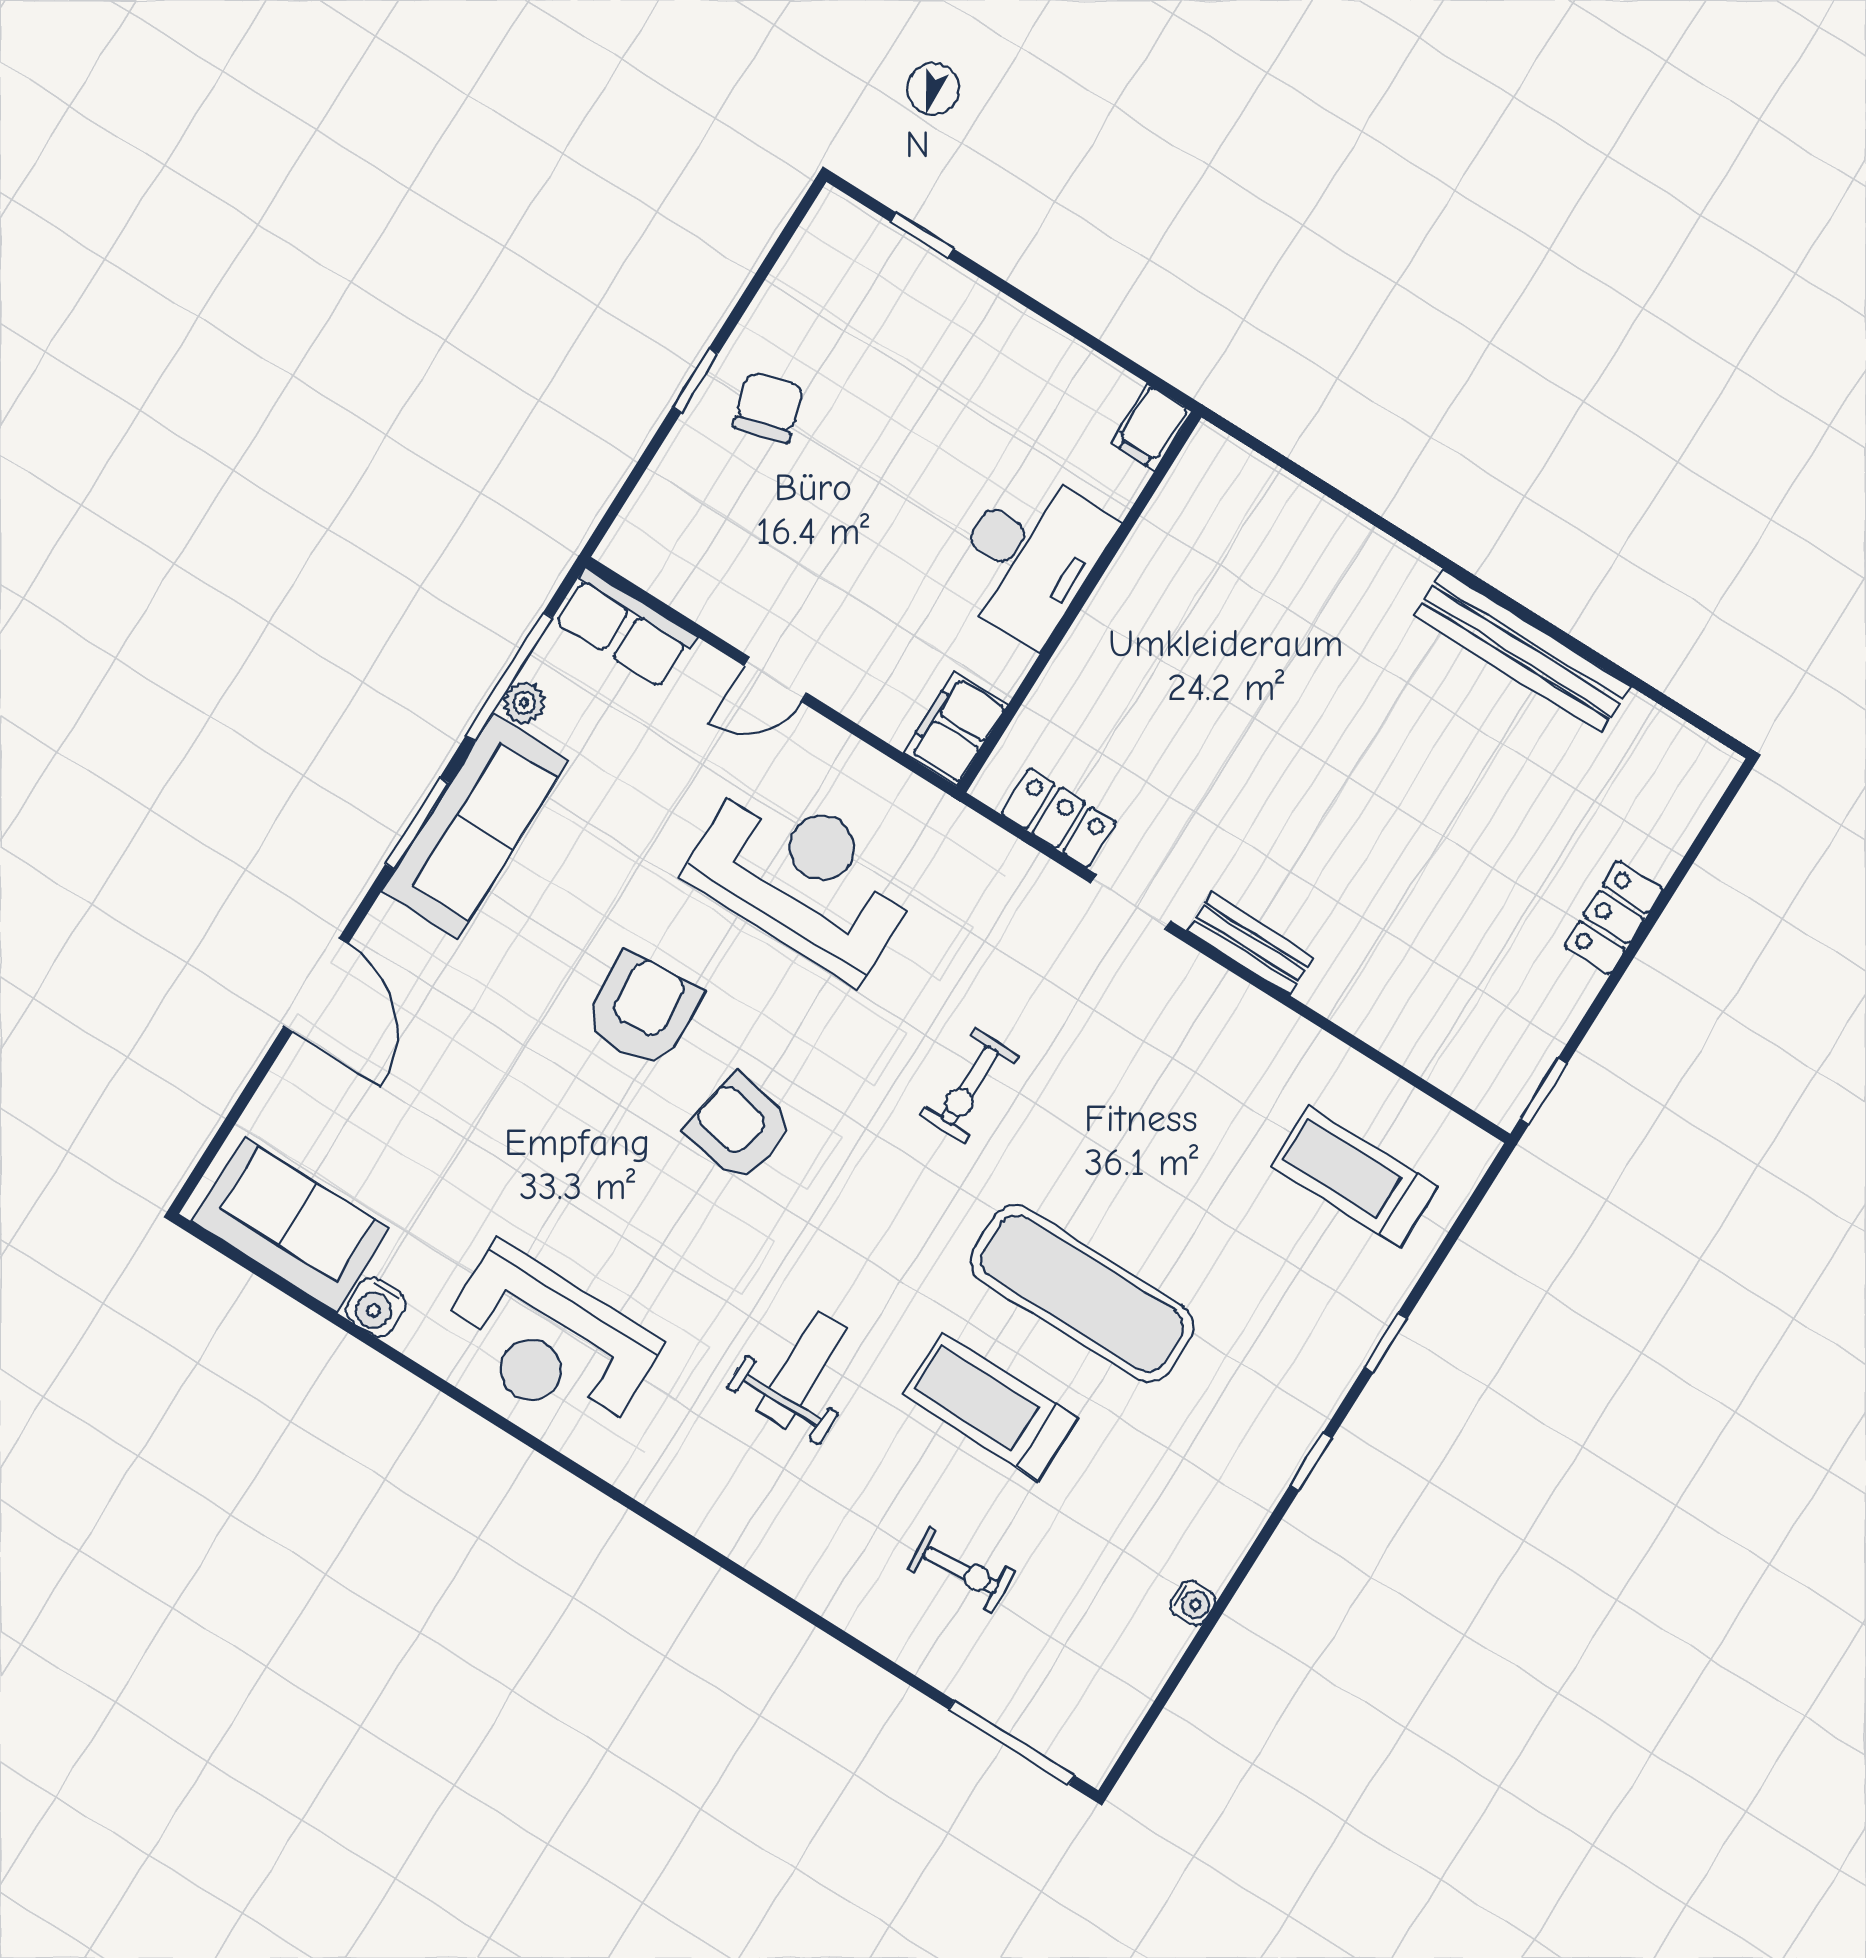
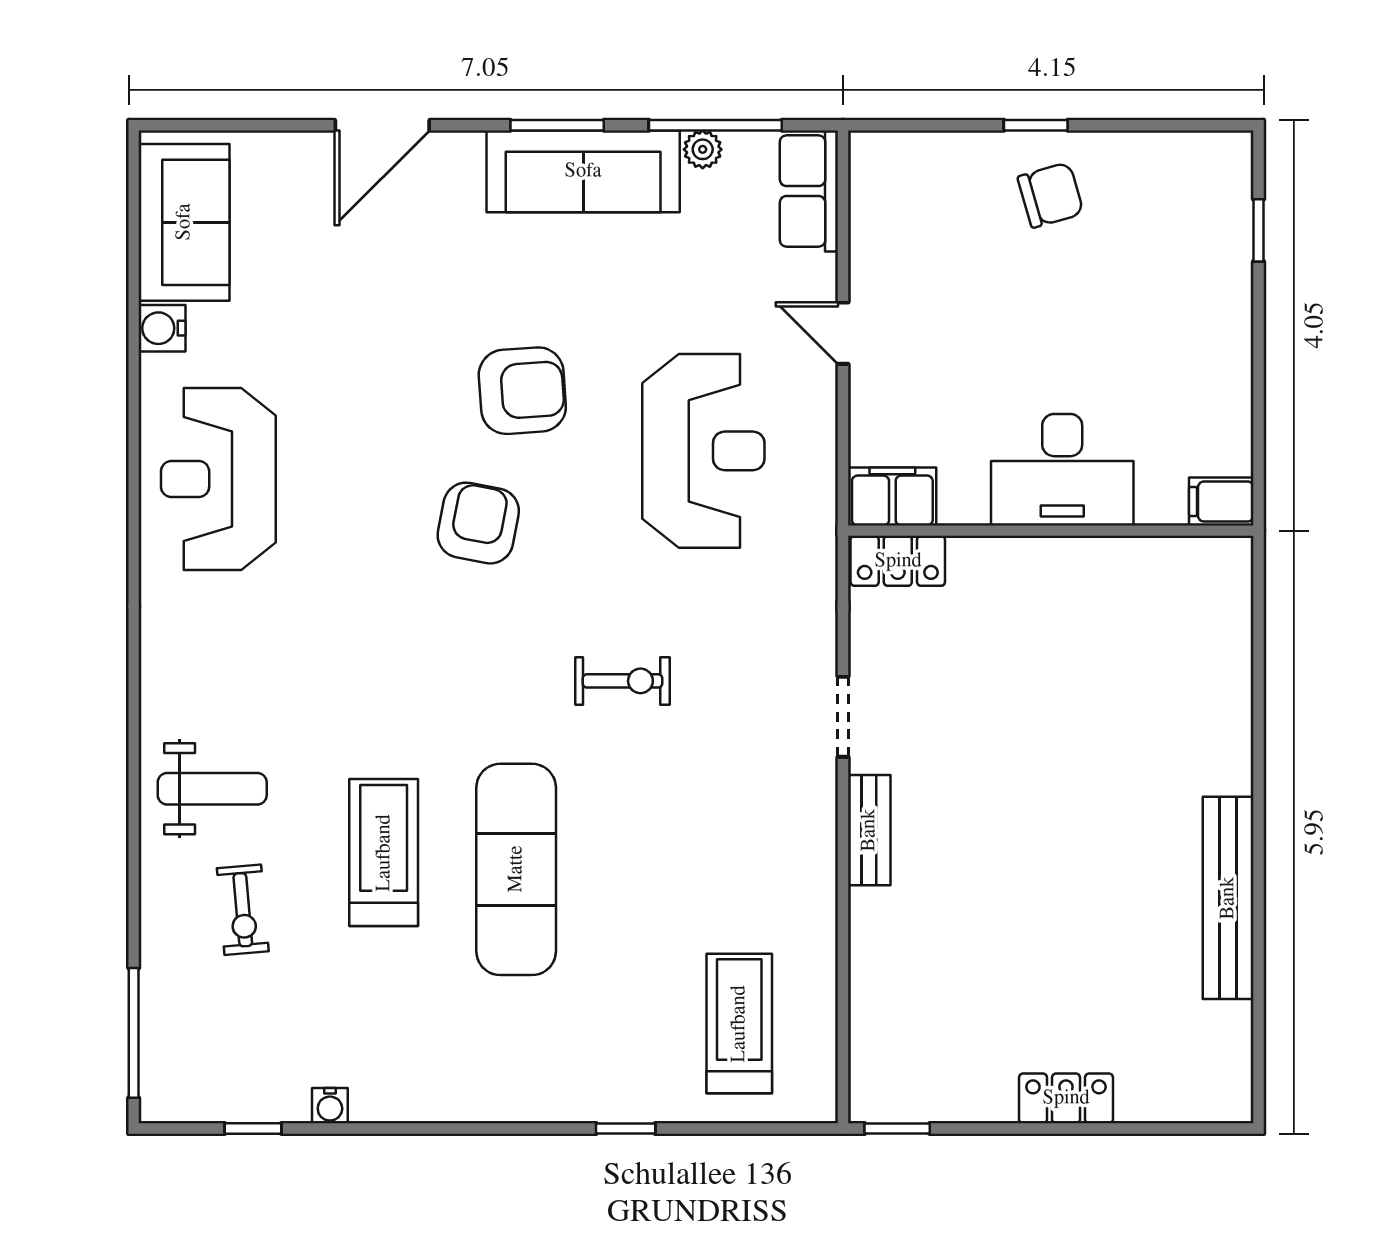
locker: (1059, 818) -> (898, 561), moved, turned 90
exercise bike: (970, 1086) -> (623, 681), turned 180
weight bench: (801, 1370) -> (212, 789), moved
window: (1311, 1462) -> (253, 1129), moved

